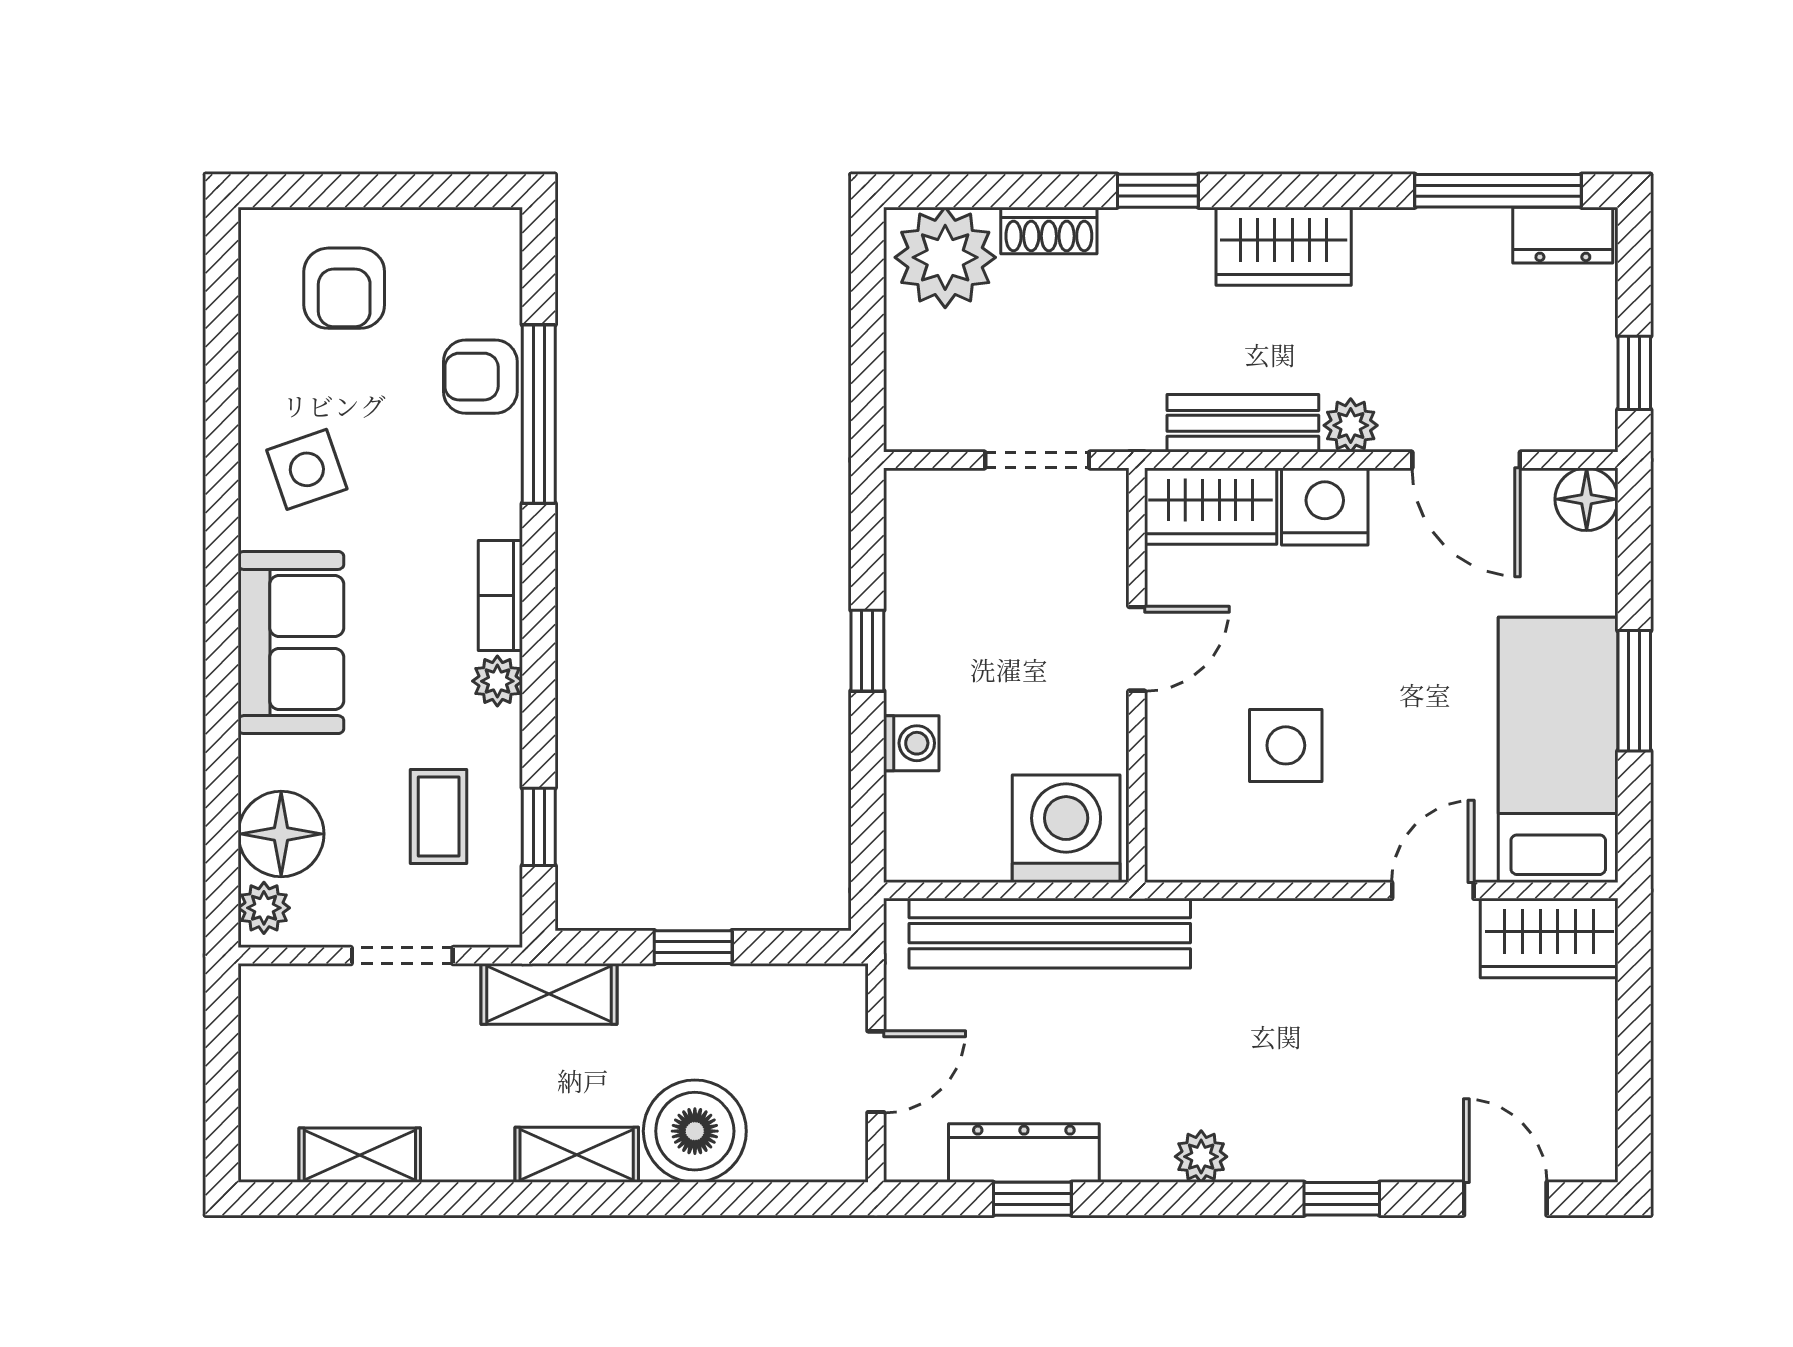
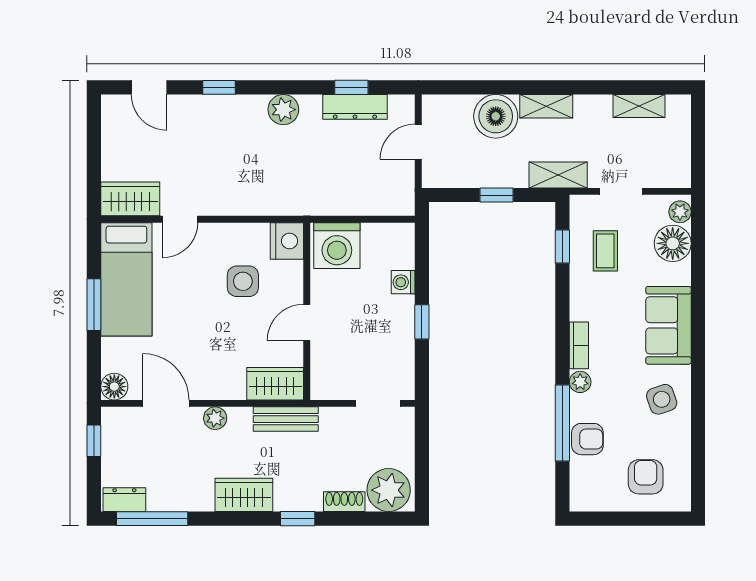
bench: (1243, 423) -> (286, 419), moved
doorway: (1037, 460) -> (378, 403), moved
nightstand: (1325, 506) -> (287, 241), moved, turned -90
plant: (497, 681) -> (580, 382), moved
bench: (1050, 933) -> (344, 201), removed
plant: (1201, 1157) -> (283, 110), width x1.38, depth x1.38

